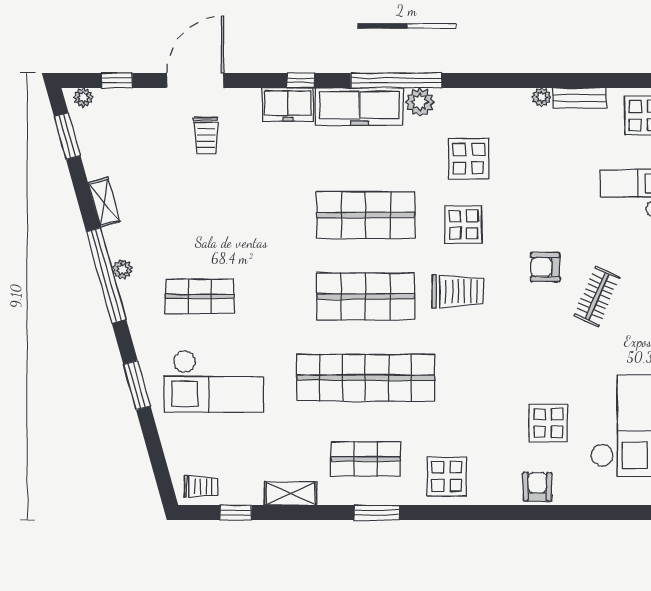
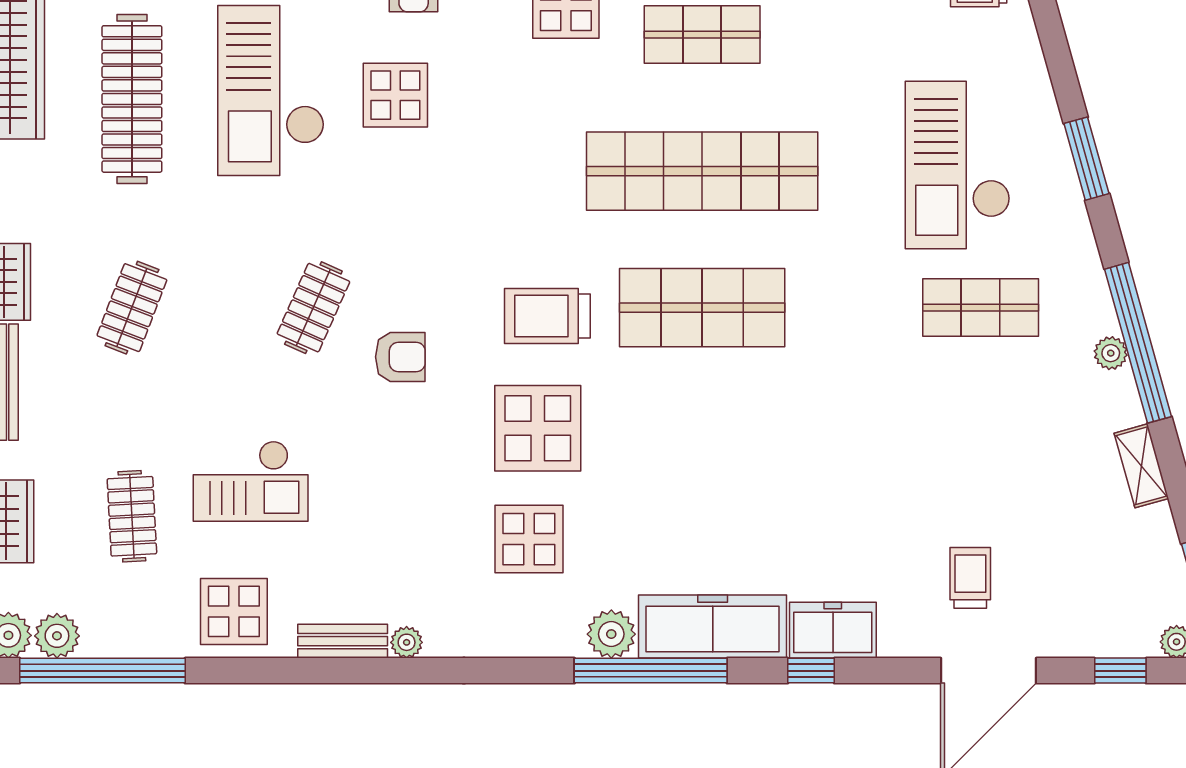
shop shelf: (366, 215) -> (702, 444), removed
display table: (463, 225) -> (538, 428), width x1.36, depth x1.36
checkout: (213, 381) -> (958, 165), turned -90

